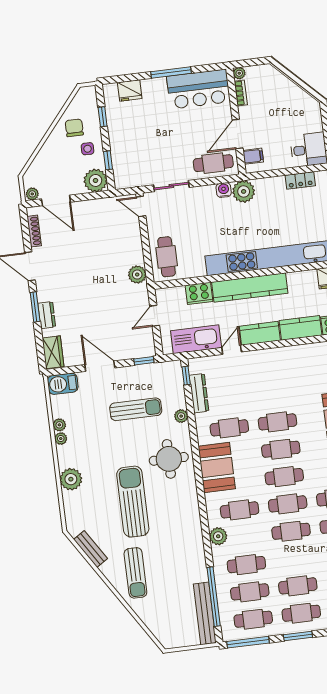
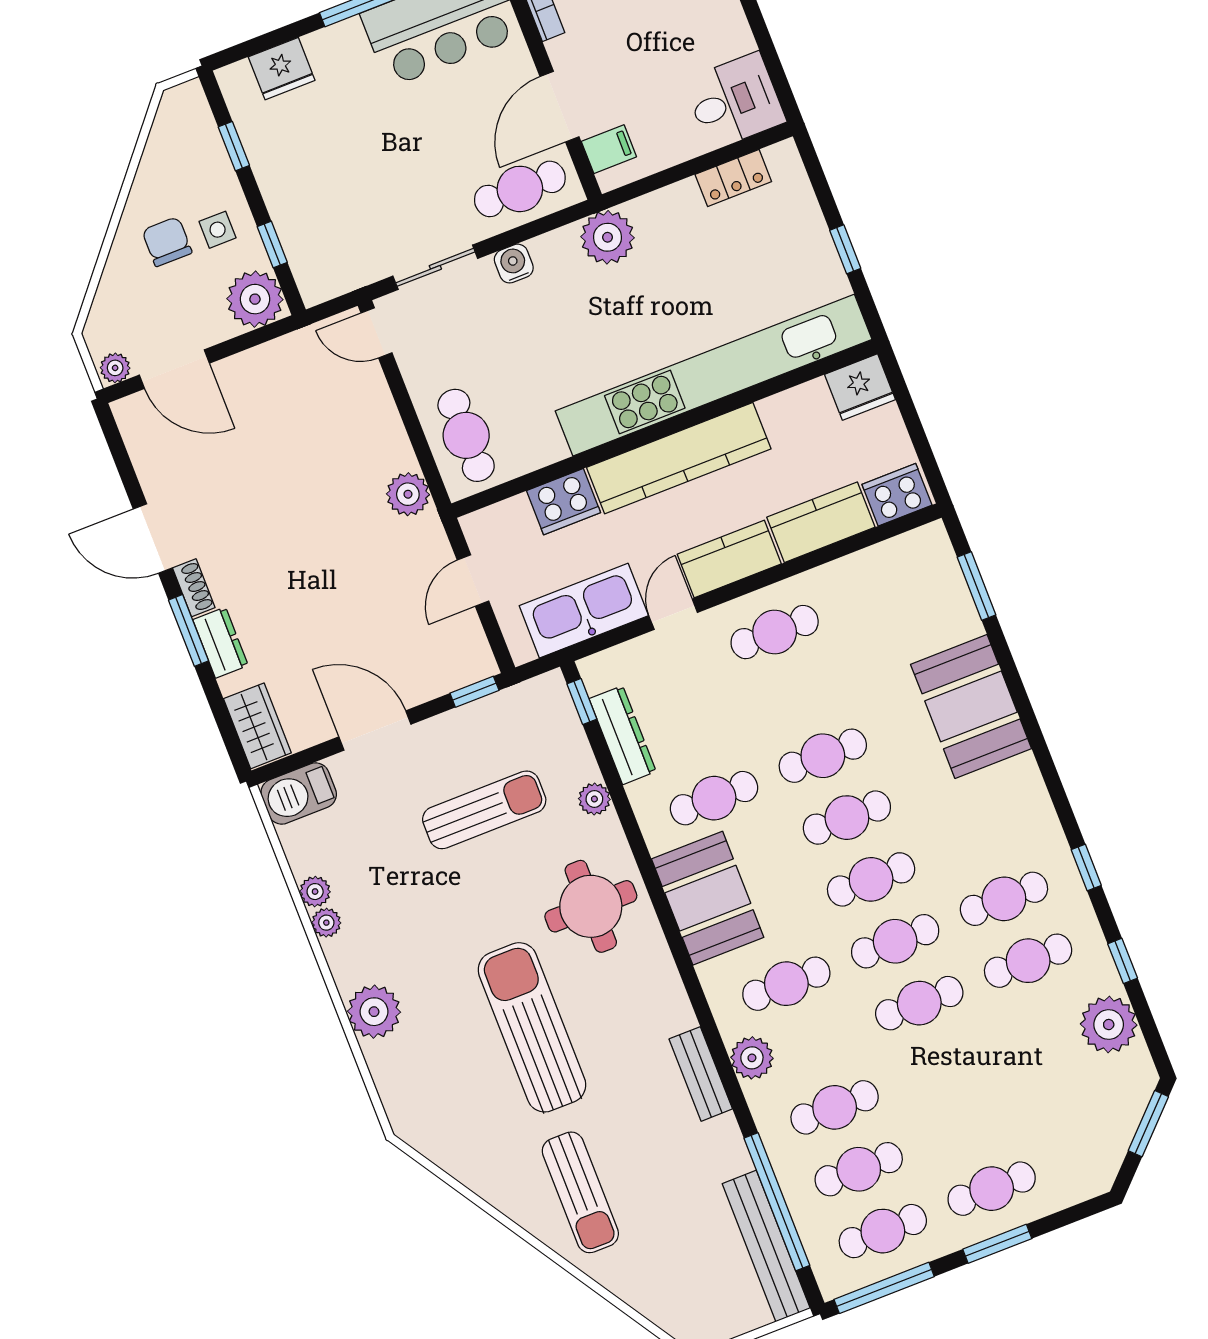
chair: (74, 128) -> (167, 242), moved
water cooler: (224, 190) -> (514, 264), moved
shoe rack: (34, 231) -> (194, 588), moved, width x0.70
bench: (91, 549) -> (701, 1074), moved, turned 33
cafe table: (298, 586) -> (775, 632), moved

